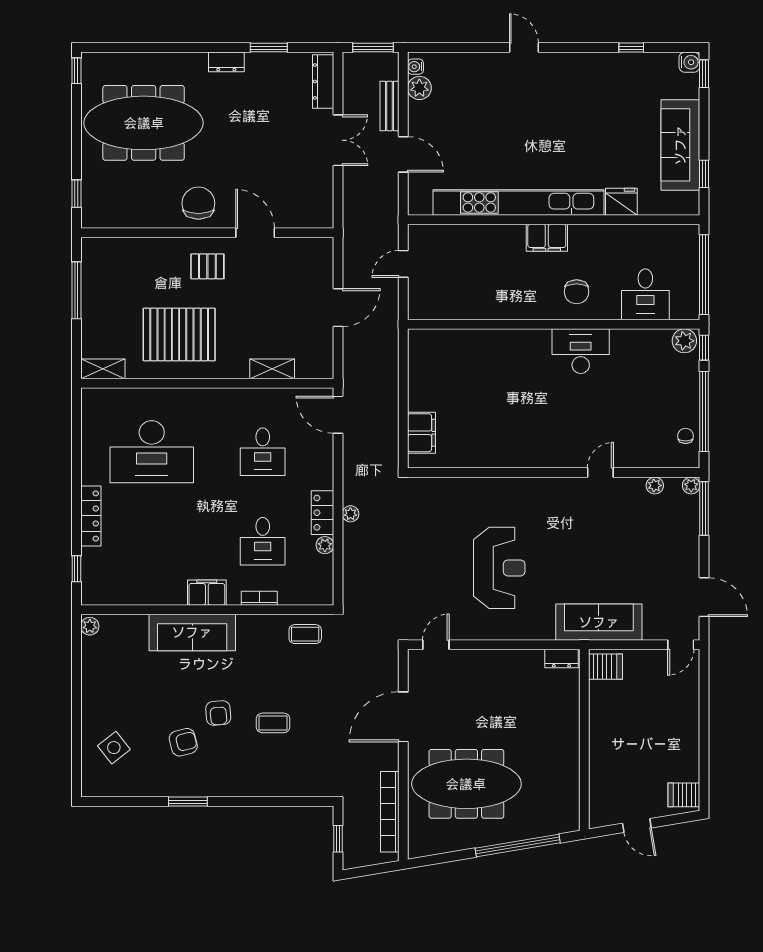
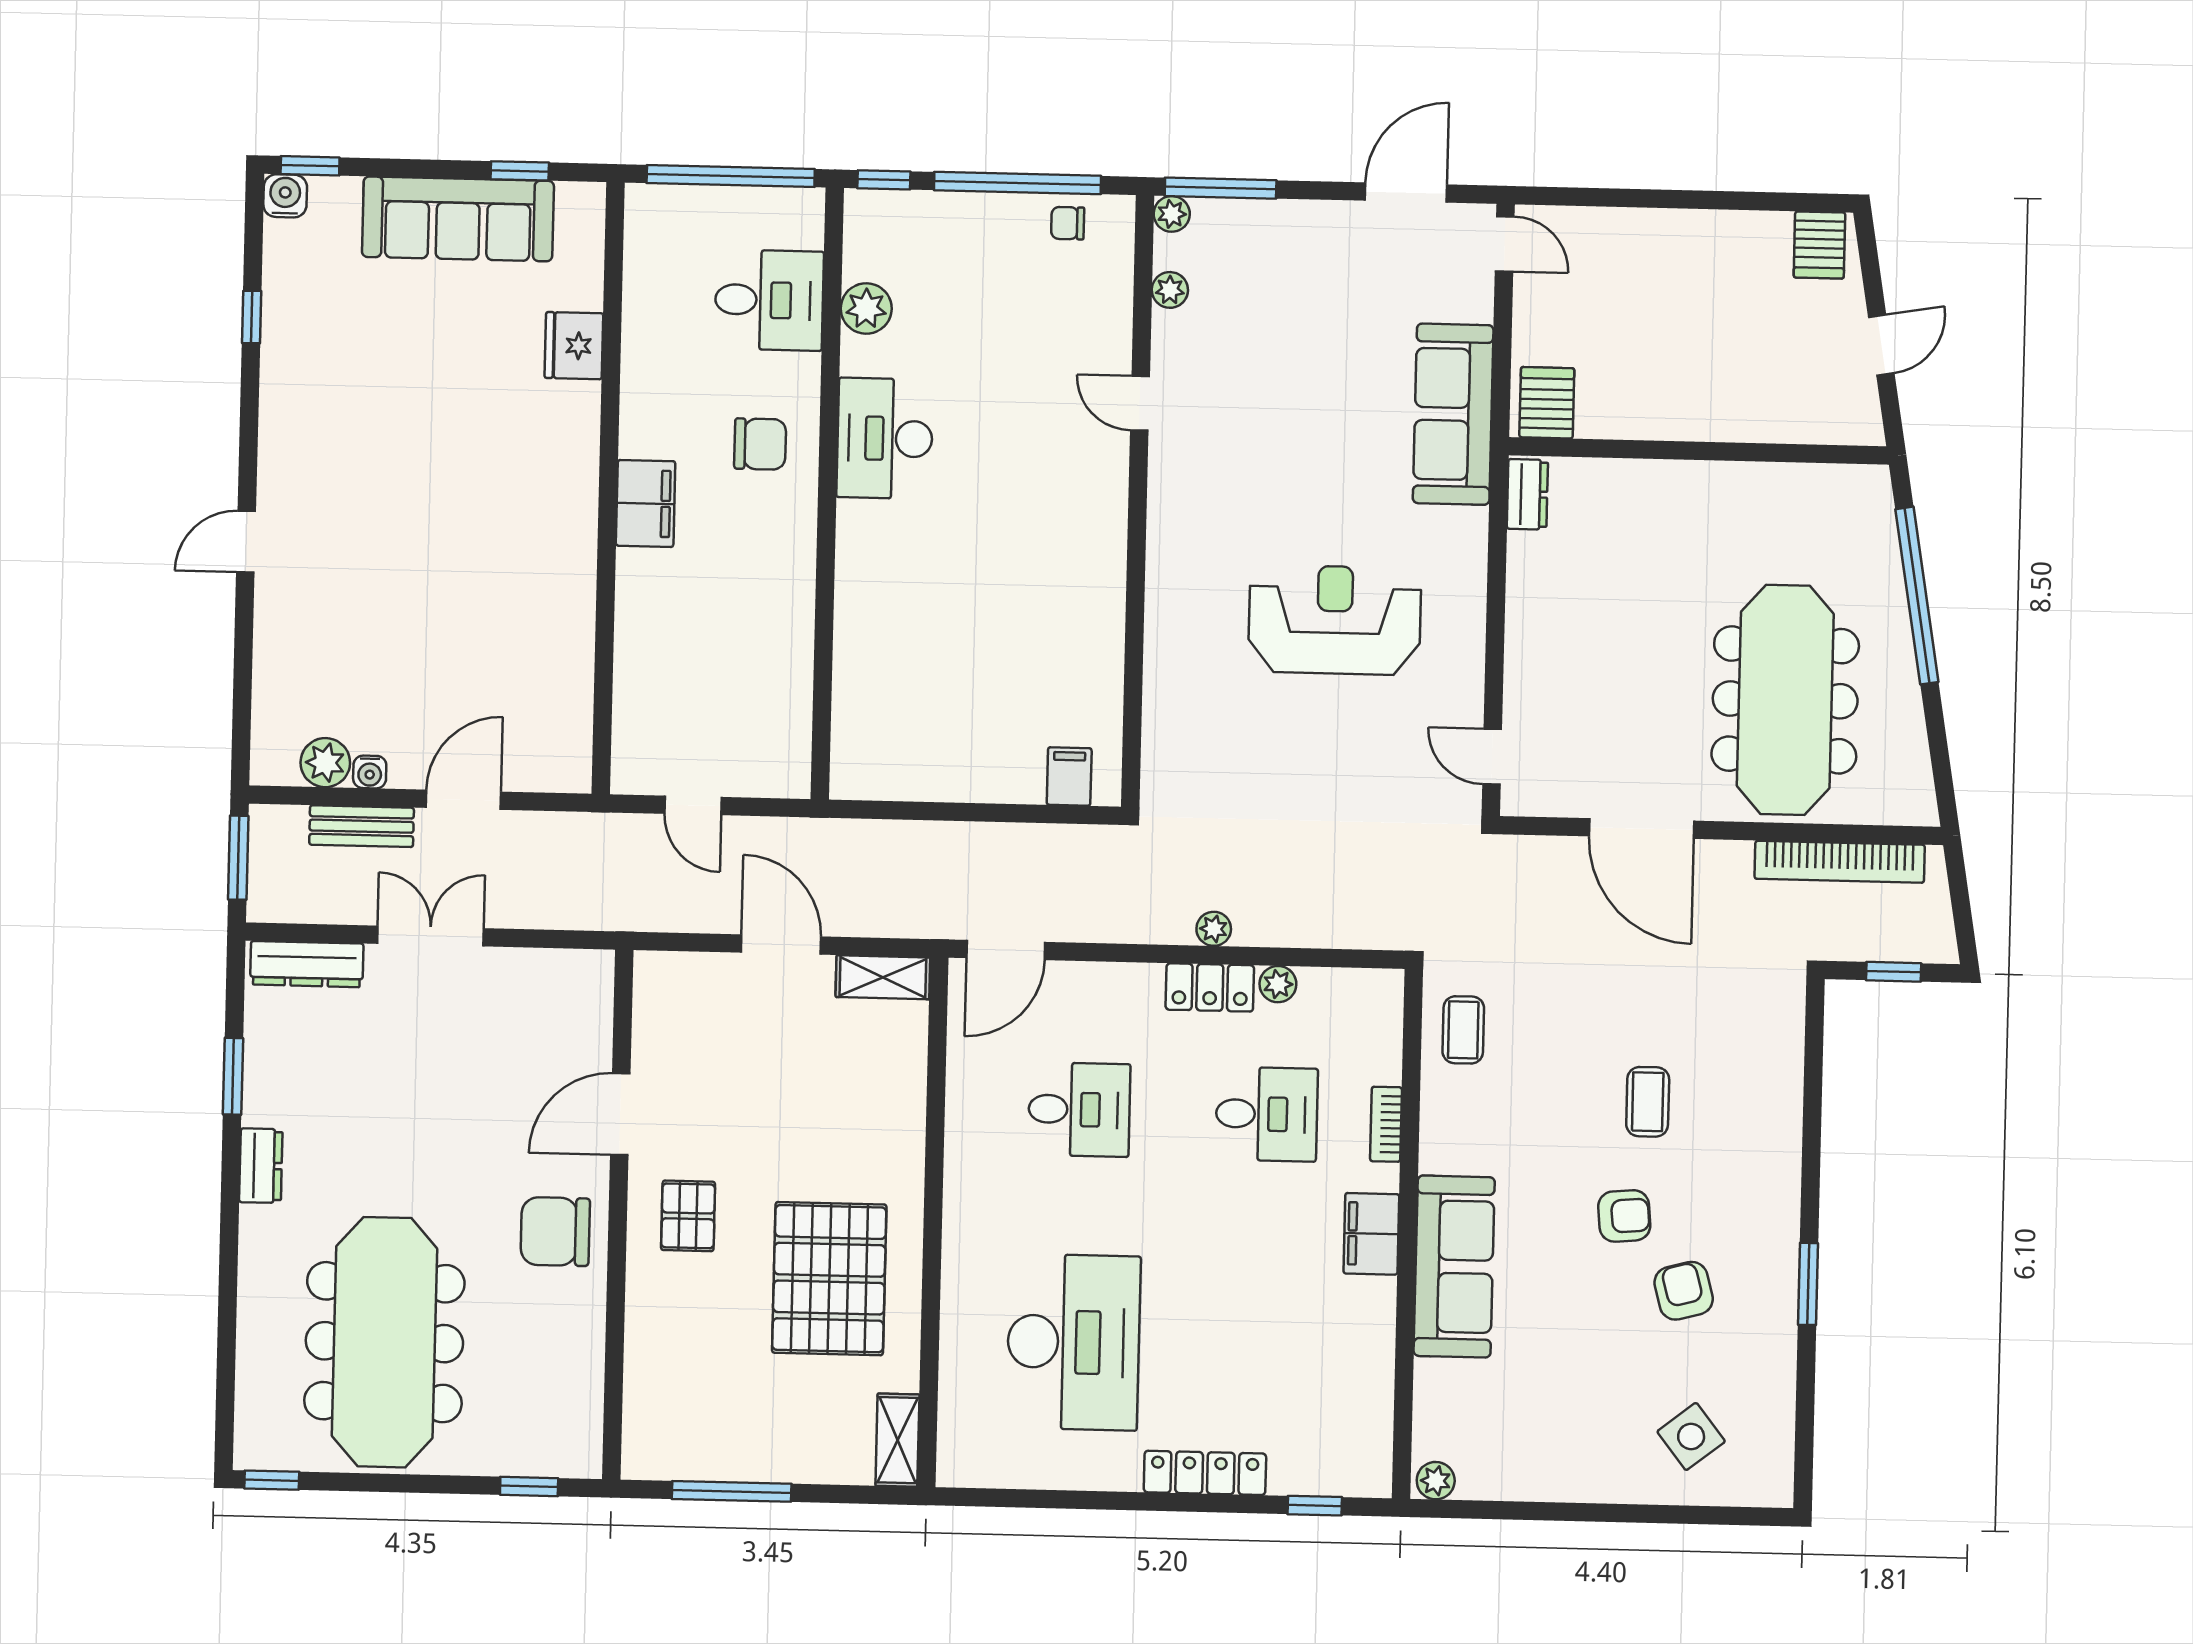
water cooler: (415, 67) -> (370, 772), moved
kitchen unit: (518, 202) -> (570, 561), removed
plant: (684, 341) -> (866, 309), moved
shelving: (272, 369) -> (883, 977), moved, turned 90
filing cabinet: (421, 433) -> (1069, 777), width x0.50

